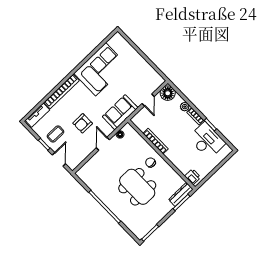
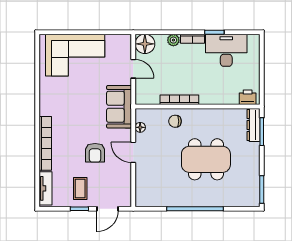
corner sofa: (101, 69) -> (75, 55), moved, turned 90
door: (59, 159) -> (108, 209), swing flipped
chair: (150, 162) -> (175, 121), moved

